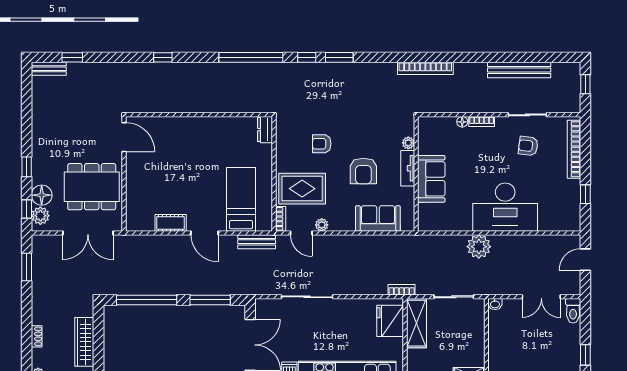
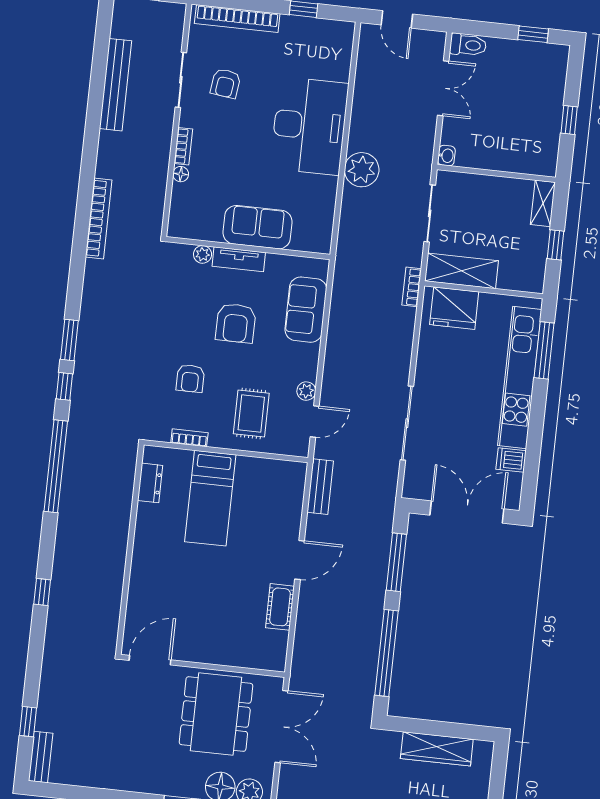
dresser: (265, 130) -> (150, 483), moved, turned -90
armchair: (363, 171) -> (236, 323), turned 90
rug: (302, 189) -> (251, 413), width x0.73, depth x0.70
bed: (241, 199) -> (210, 498), moved, turned -90
bookcase: (281, 219) -> (189, 438), moved

